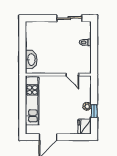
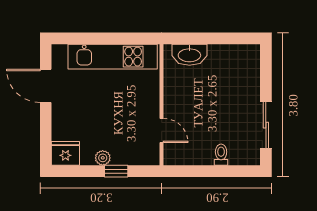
door: (72, 75) -> (162, 131), swing flipped
window: (94, 111) -> (116, 171), moved

